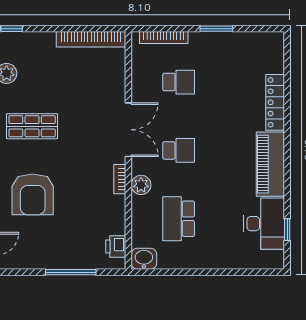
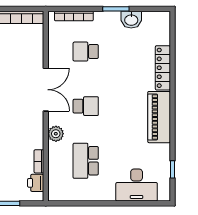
school desk: (179, 82) -> (86, 52), turned 180
bookcase: (120, 179) -> (39, 161), moved
desk: (264, 224) -> (137, 185), moved, turned 90
washbasin: (144, 259) -> (131, 20), moved, turned 180

